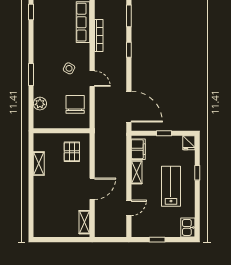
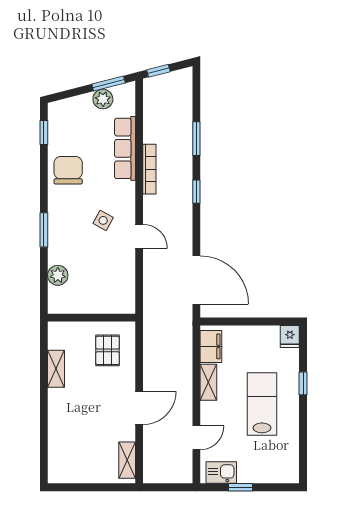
chair: (75, 104) -> (68, 170), moved
window: (164, 133) -> (251, 321), removed
kitchen sink: (188, 227) -> (221, 473), moved, turned 90

